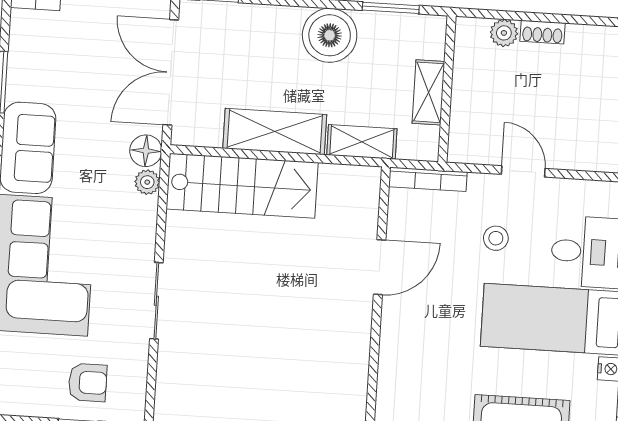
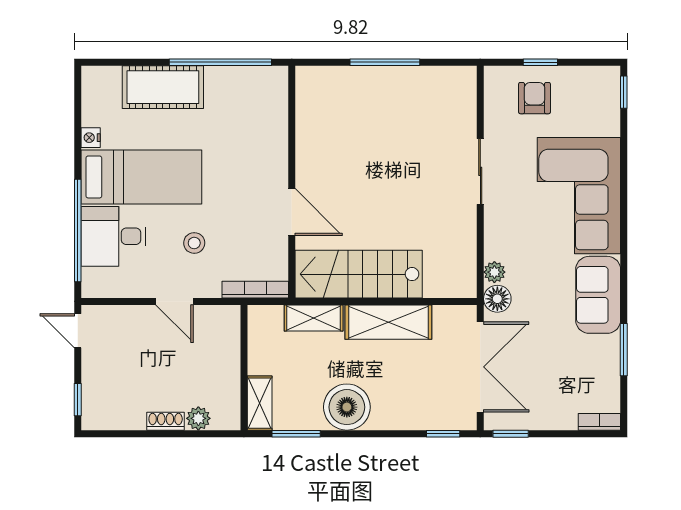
shelving: (428, 92) -> (260, 403), moved
stairs: (242, 186) -> (359, 274), moved
door: (380, 267) -> (292, 212), swing flipped
armchair: (88, 382) -> (534, 98), turned 90

